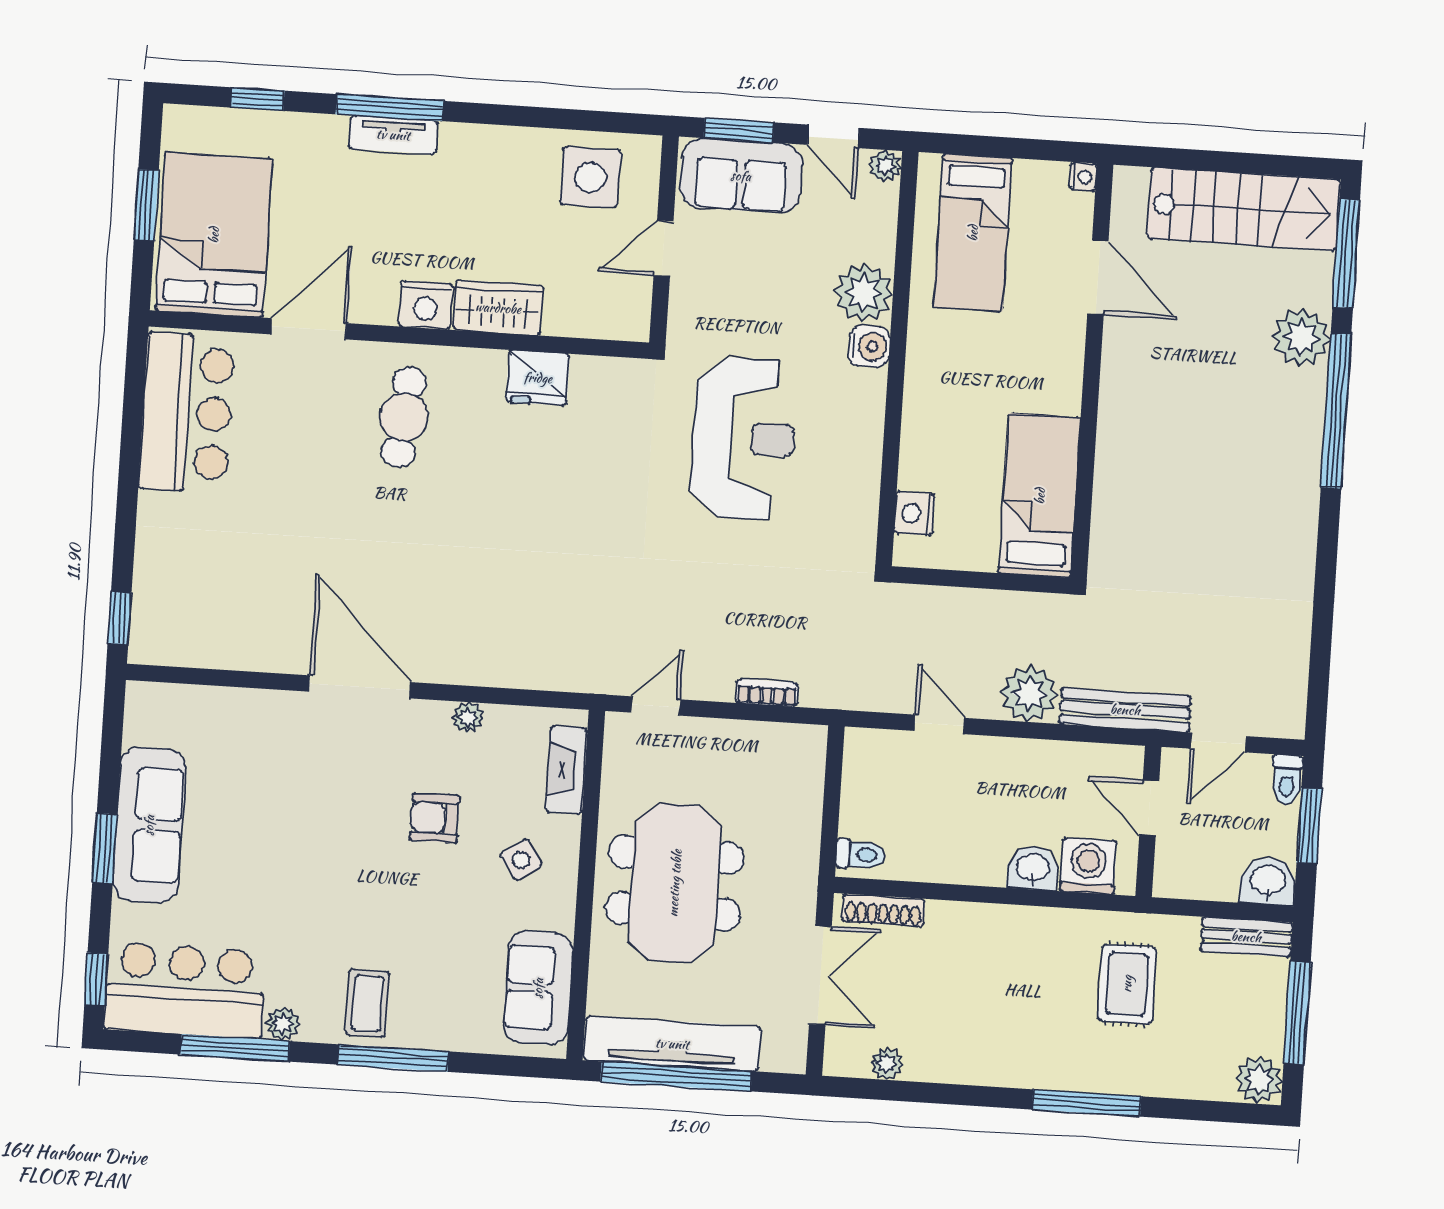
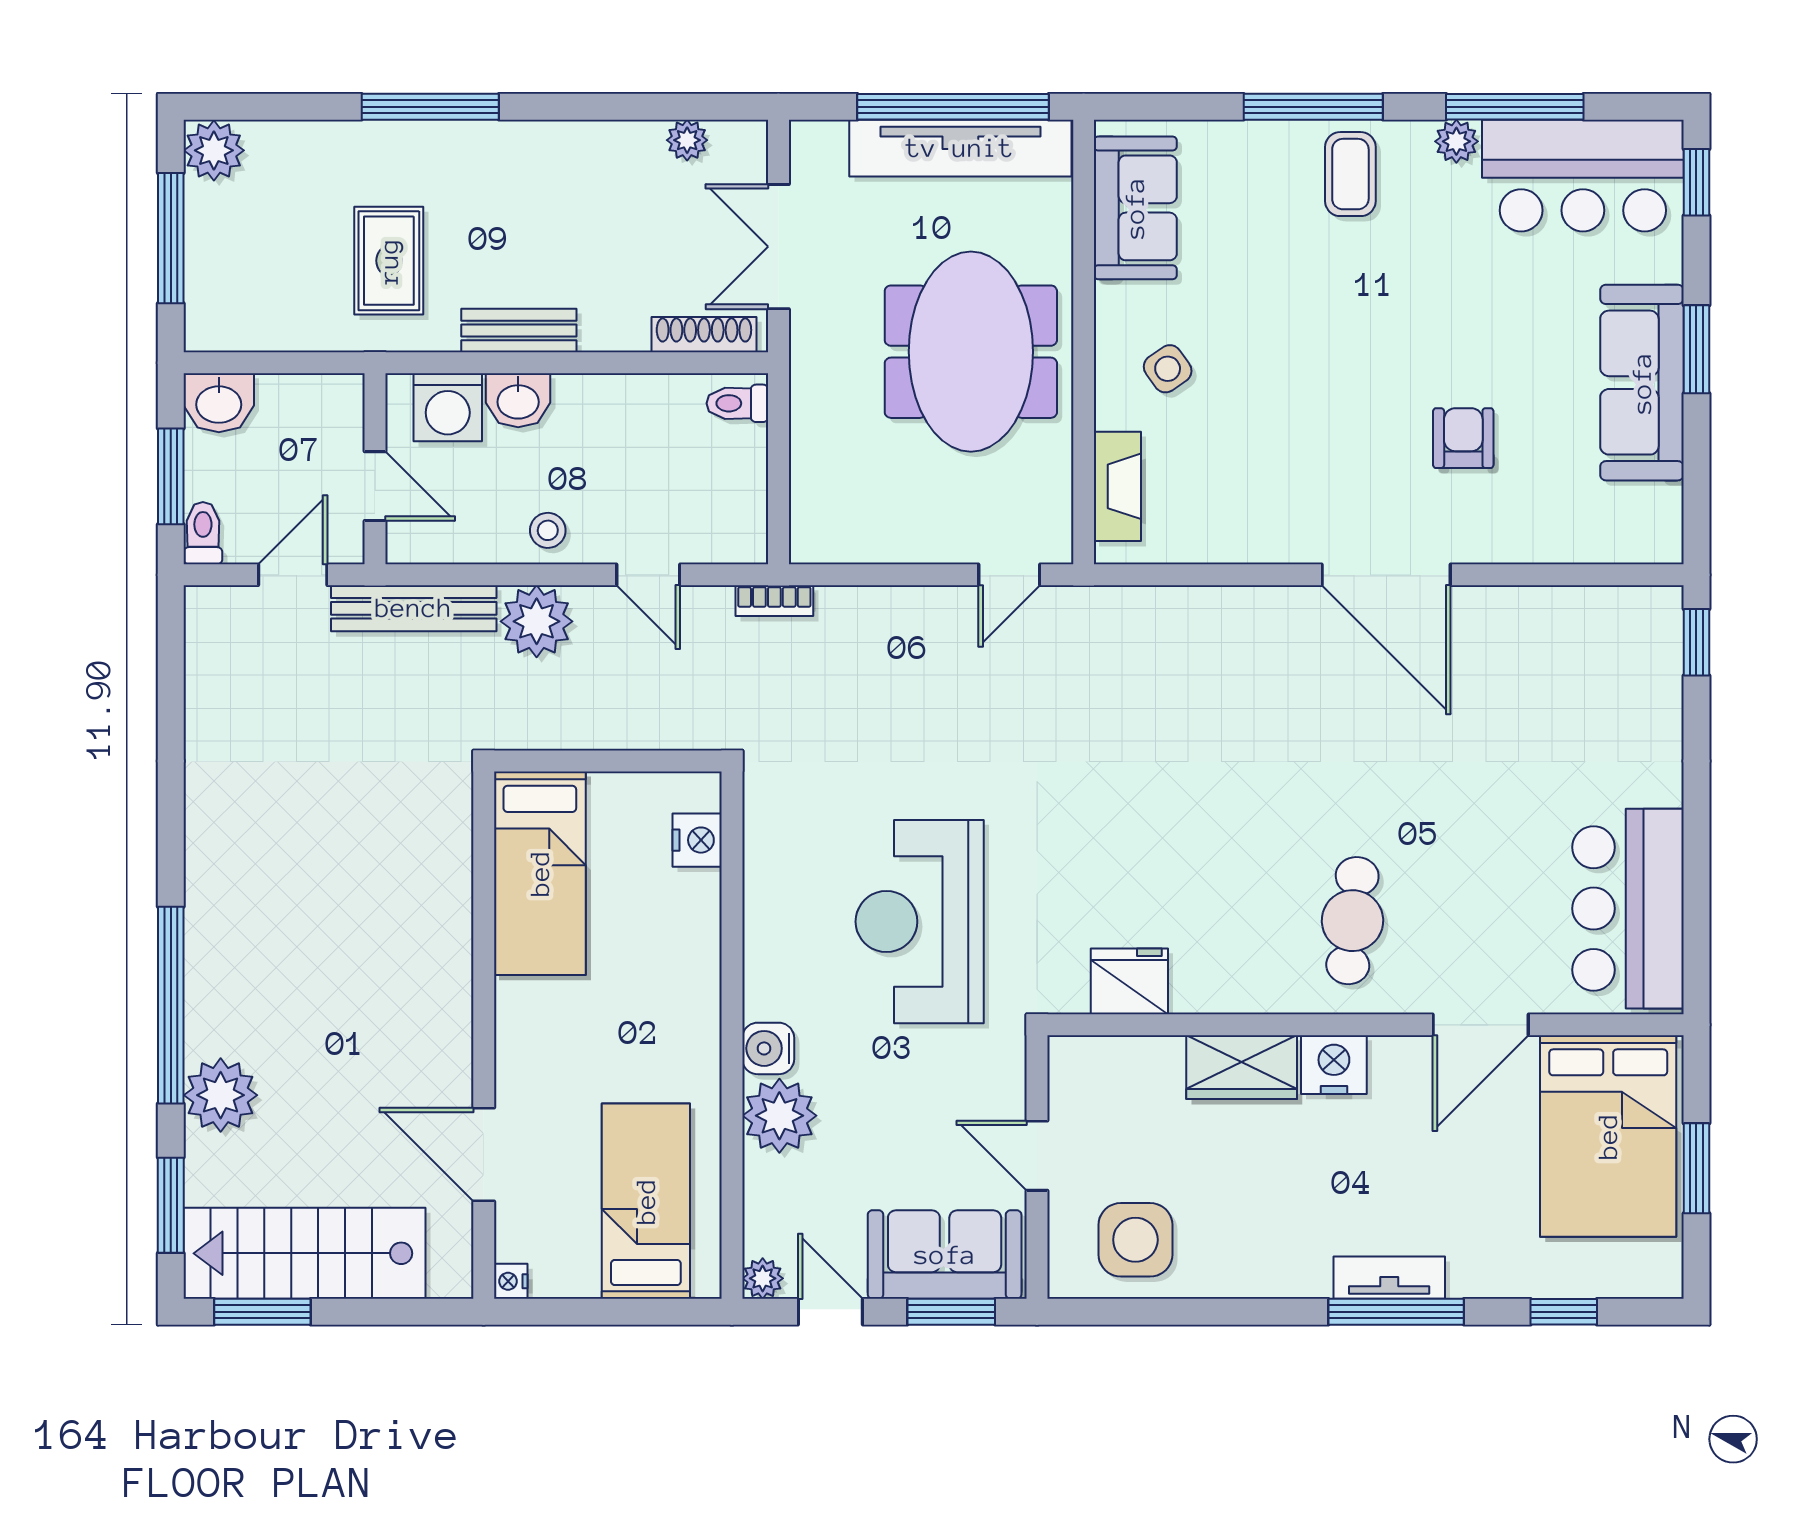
window: (1280, 165) -> (262, 1312), added
door: (663, 249) -> (1037, 1156), swing flipped
window: (1346, 254) -> (171, 1205), width x0.69
fridge: (538, 378) -> (1129, 981), moved
bookcase: (767, 693) -> (774, 601), moved
plant: (468, 718) -> (1247, 545), removed
stool: (1016, 764) -> (548, 530), added
armchair: (435, 818) -> (1463, 438), moved, turned -90
bench: (1246, 937) -> (519, 330), moved

